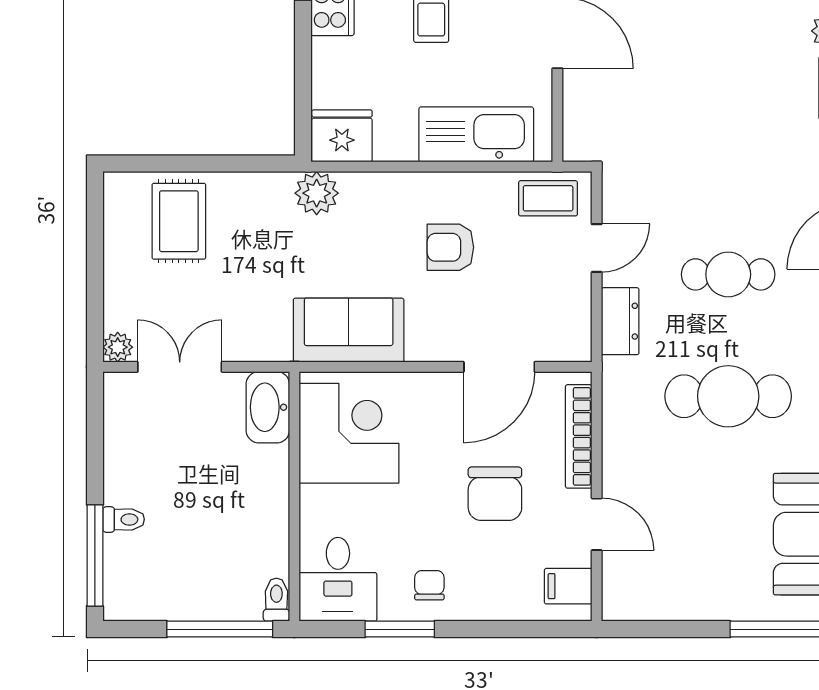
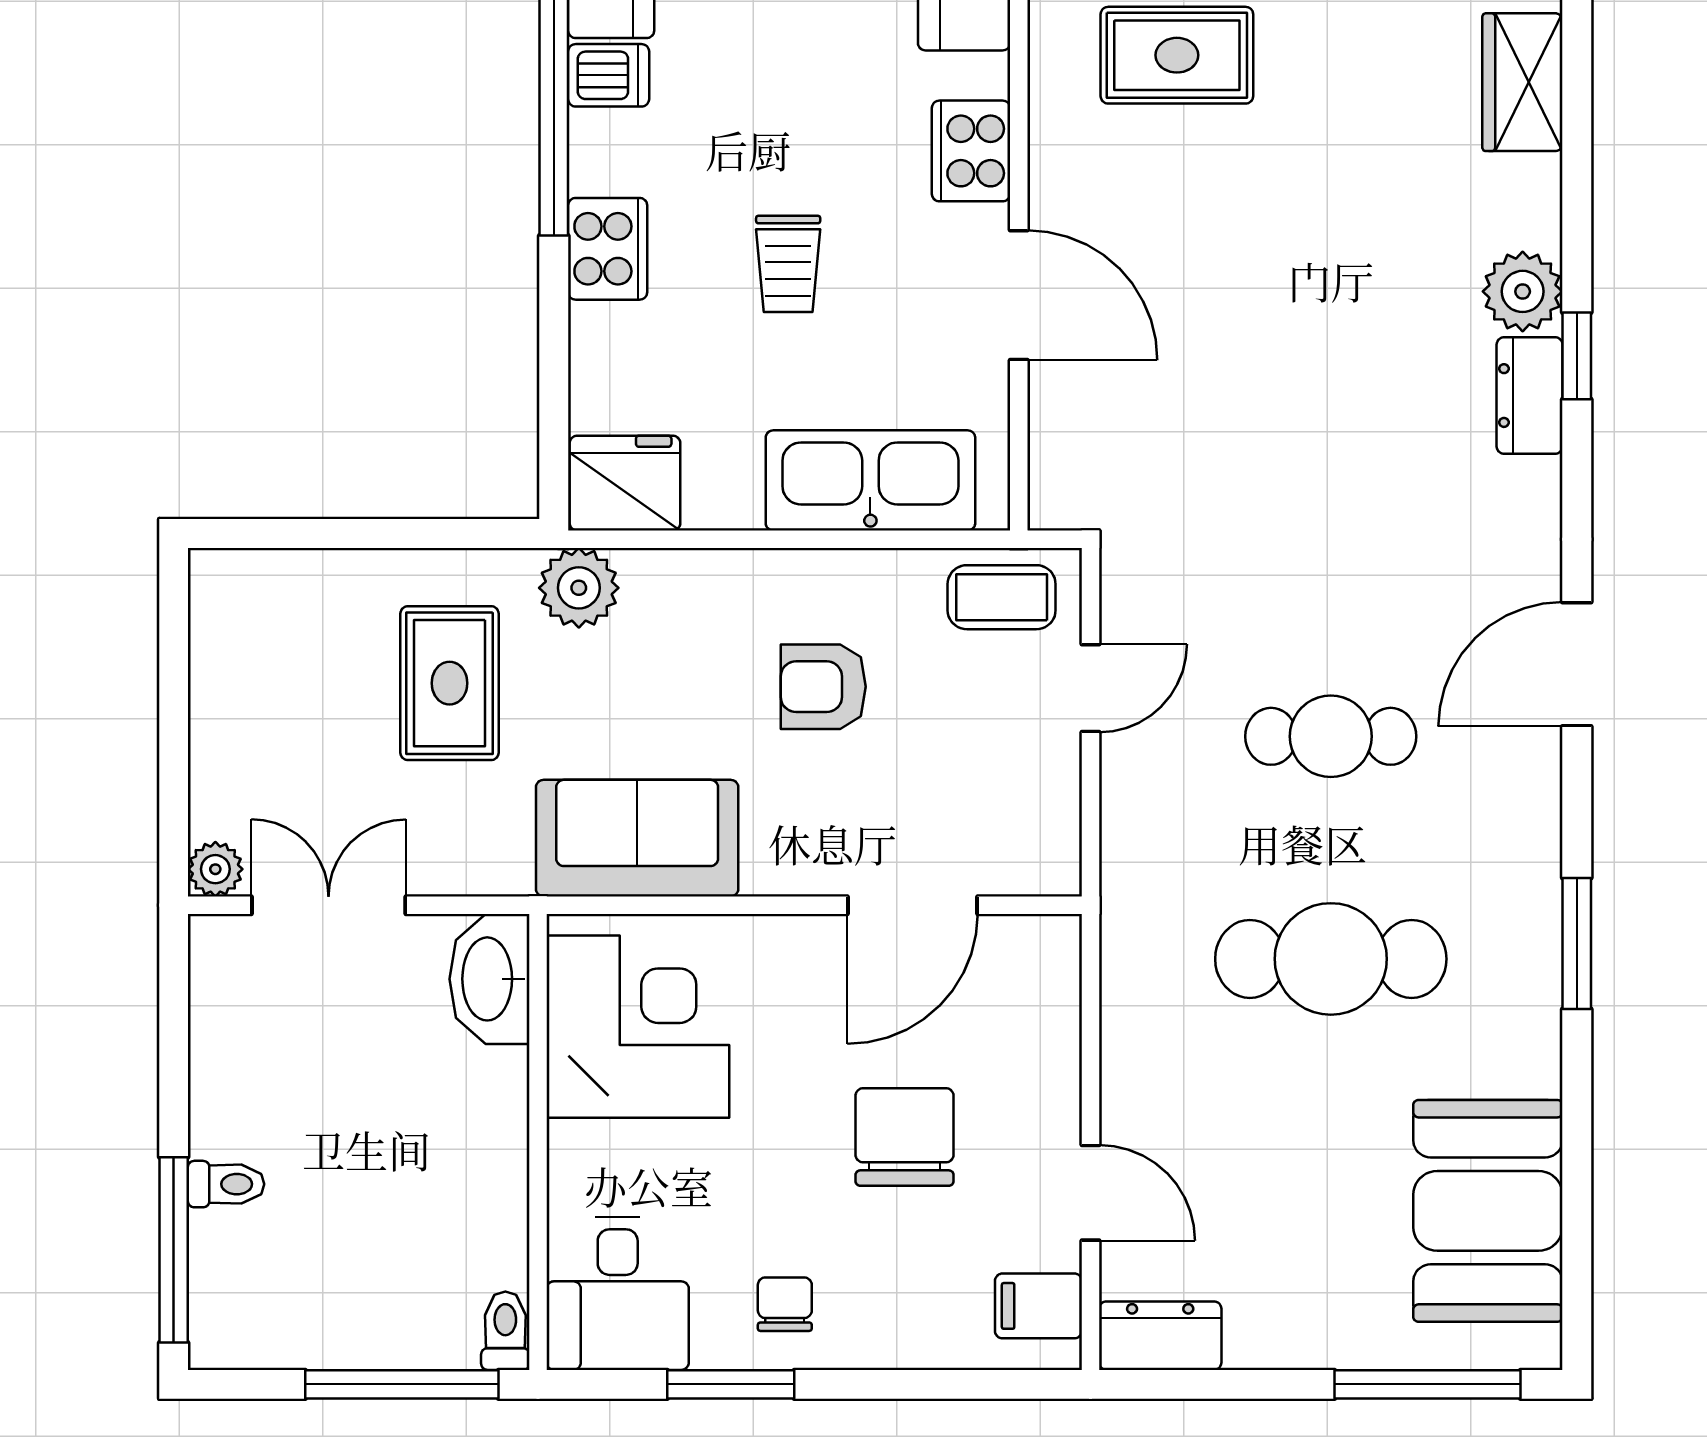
rug: (179, 221) -> (450, 683), moved
dresser: (620, 321) -> (1160, 1336), moved, turned -90
bookcase: (579, 436) -> (1058, 1032), removed
chair: (495, 494) -> (905, 1137), turned 180

